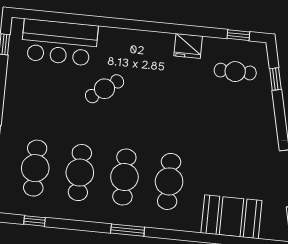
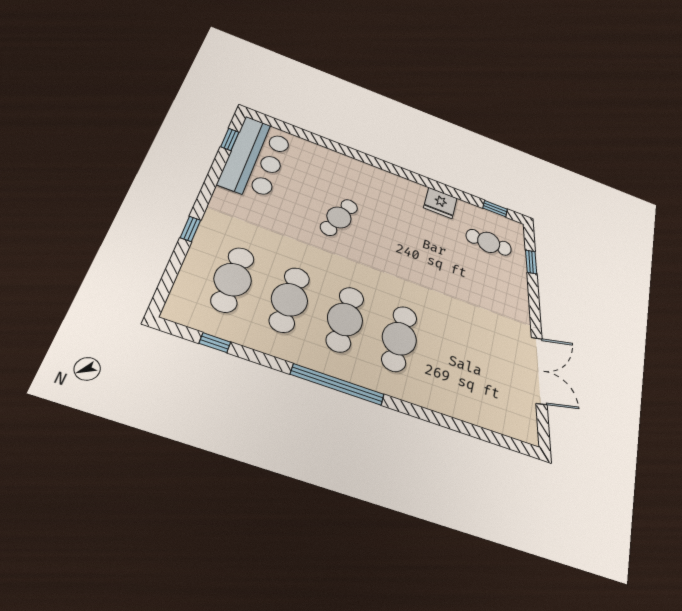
bar counter: (59, 42) -> (256, 159), moved, turned -90
cafe table: (105, 89) -> (339, 217), turned -33
booth: (231, 217) -> (470, 399), removed
window: (128, 230) -> (337, 384), width x2.11

